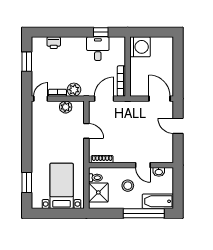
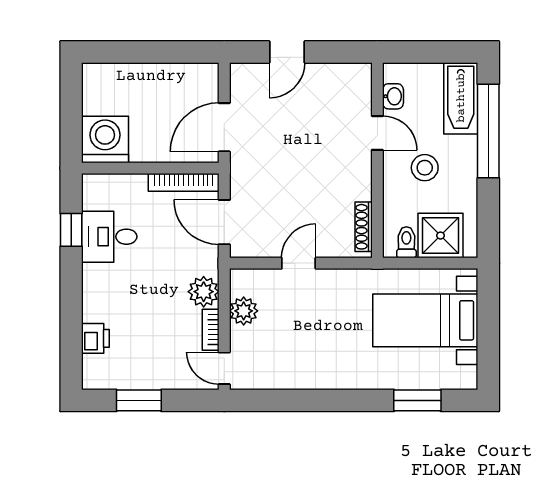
door: (160, 99) -> (224, 127), moved
door: (143, 165) -> (377, 133), hinge flipped

